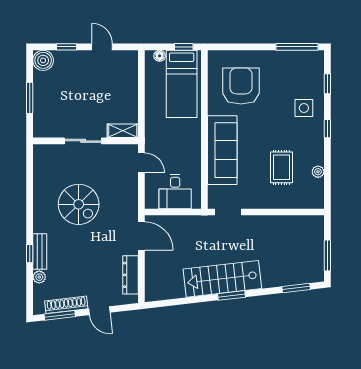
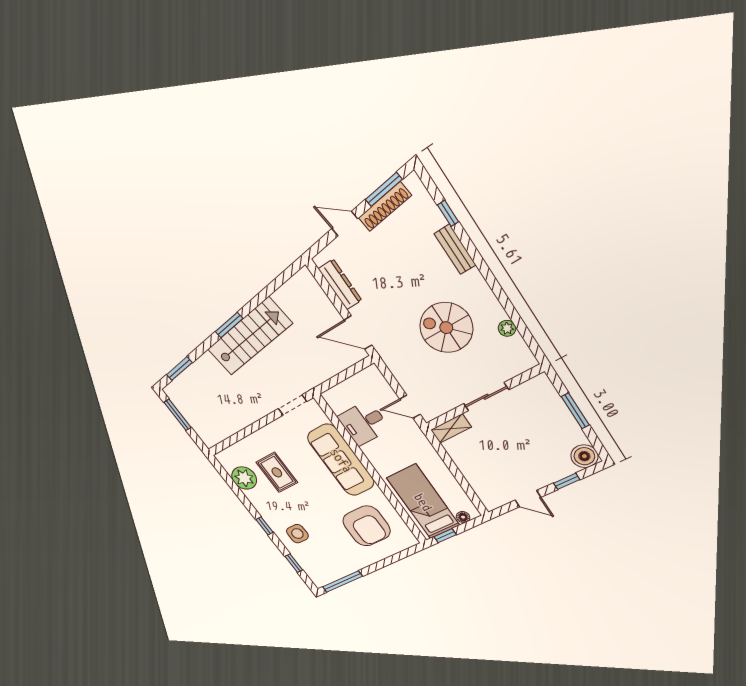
plant: (318, 172) -> (244, 478), width x1.87, depth x1.87
desk: (175, 192) -> (364, 423), moved, turned -90
window: (30, 254) -> (448, 213), moved
plant: (39, 277) -> (507, 328), moved

